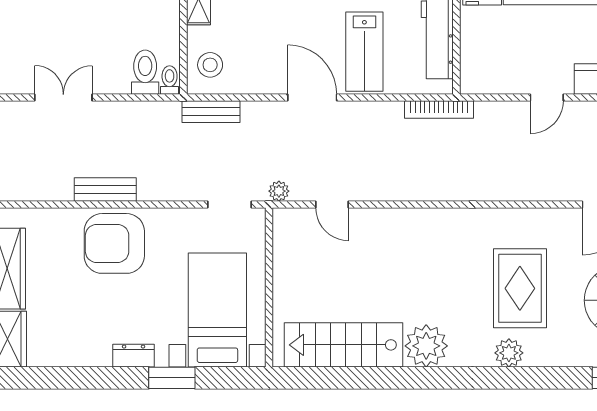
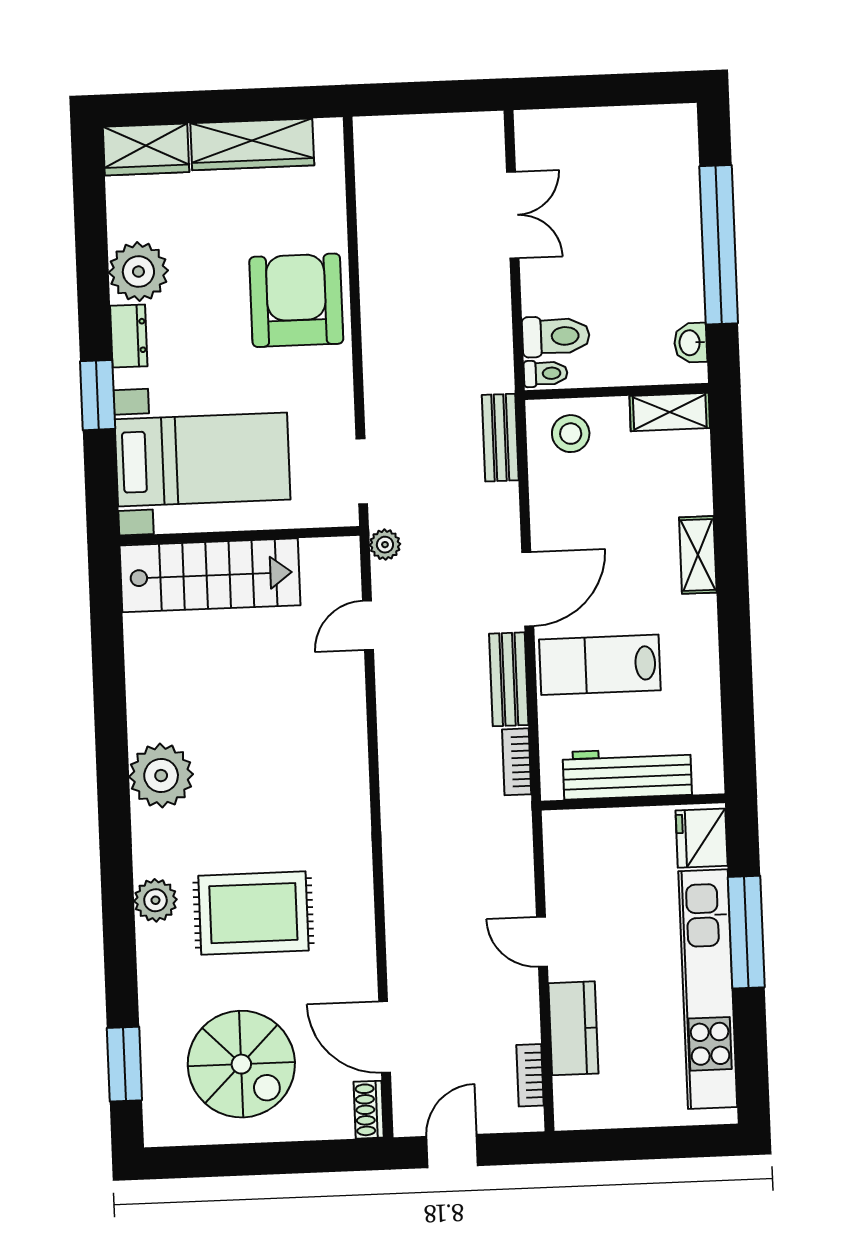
bookcase: (439, 109) -> (517, 762), width x0.64
bench: (105, 190) -> (509, 679), moved
stairs: (344, 345) -> (210, 575), moved, turned 90
plant: (91, 347) -> (138, 272), added

